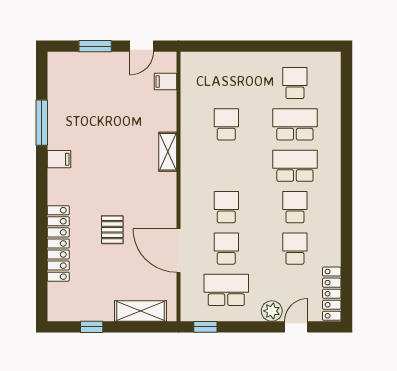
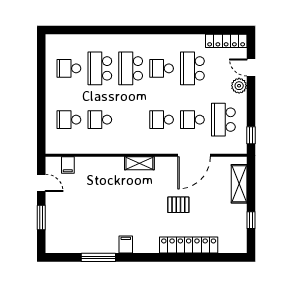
school desk: (226, 83) -> (69, 120), added
shelving: (168, 152) -> (139, 163), moved
school desk: (295, 249) -> (192, 68), width x1.85

